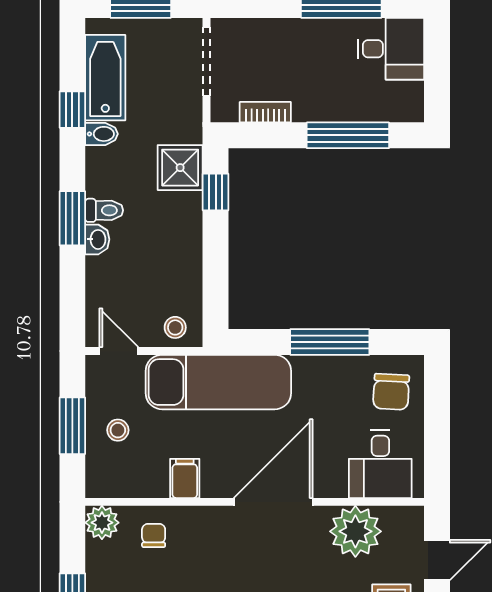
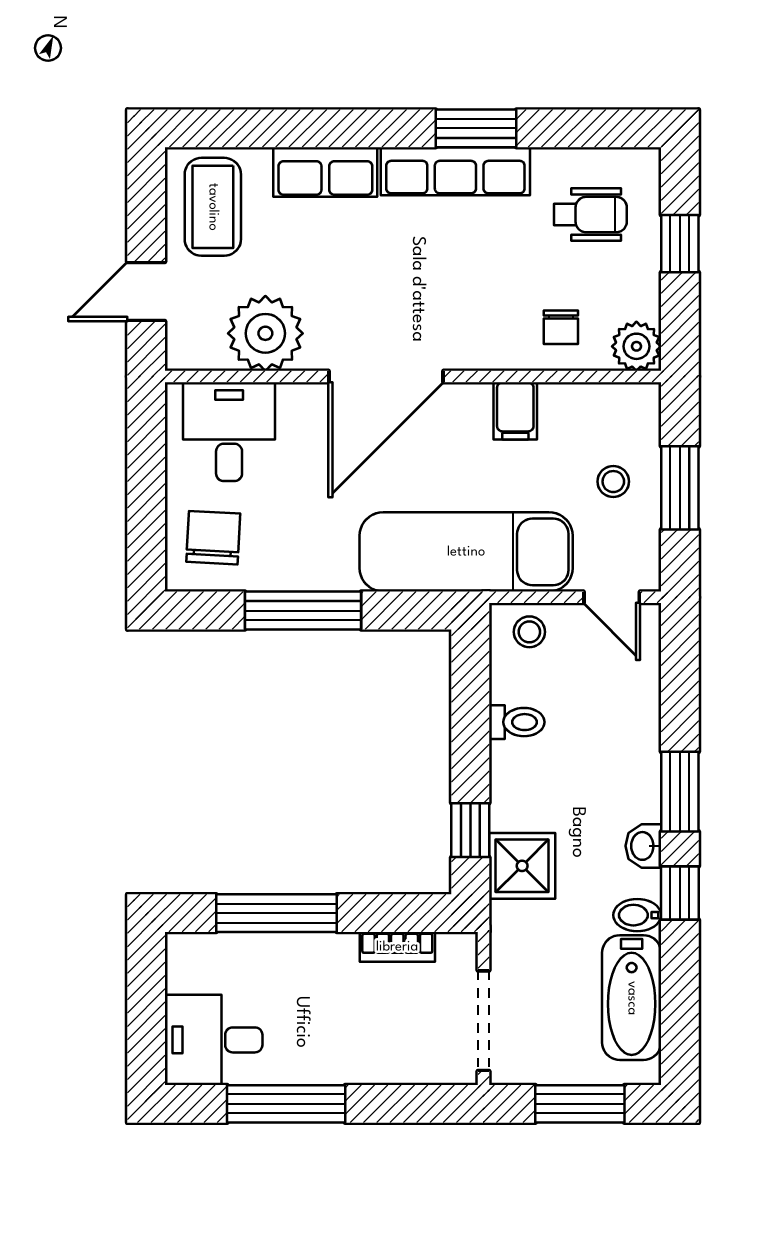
window: (72, 110) -> (680, 893), moved
toilet: (104, 210) -> (517, 722), moved, turned 180
washbasin: (97, 239) -> (643, 846), moved

